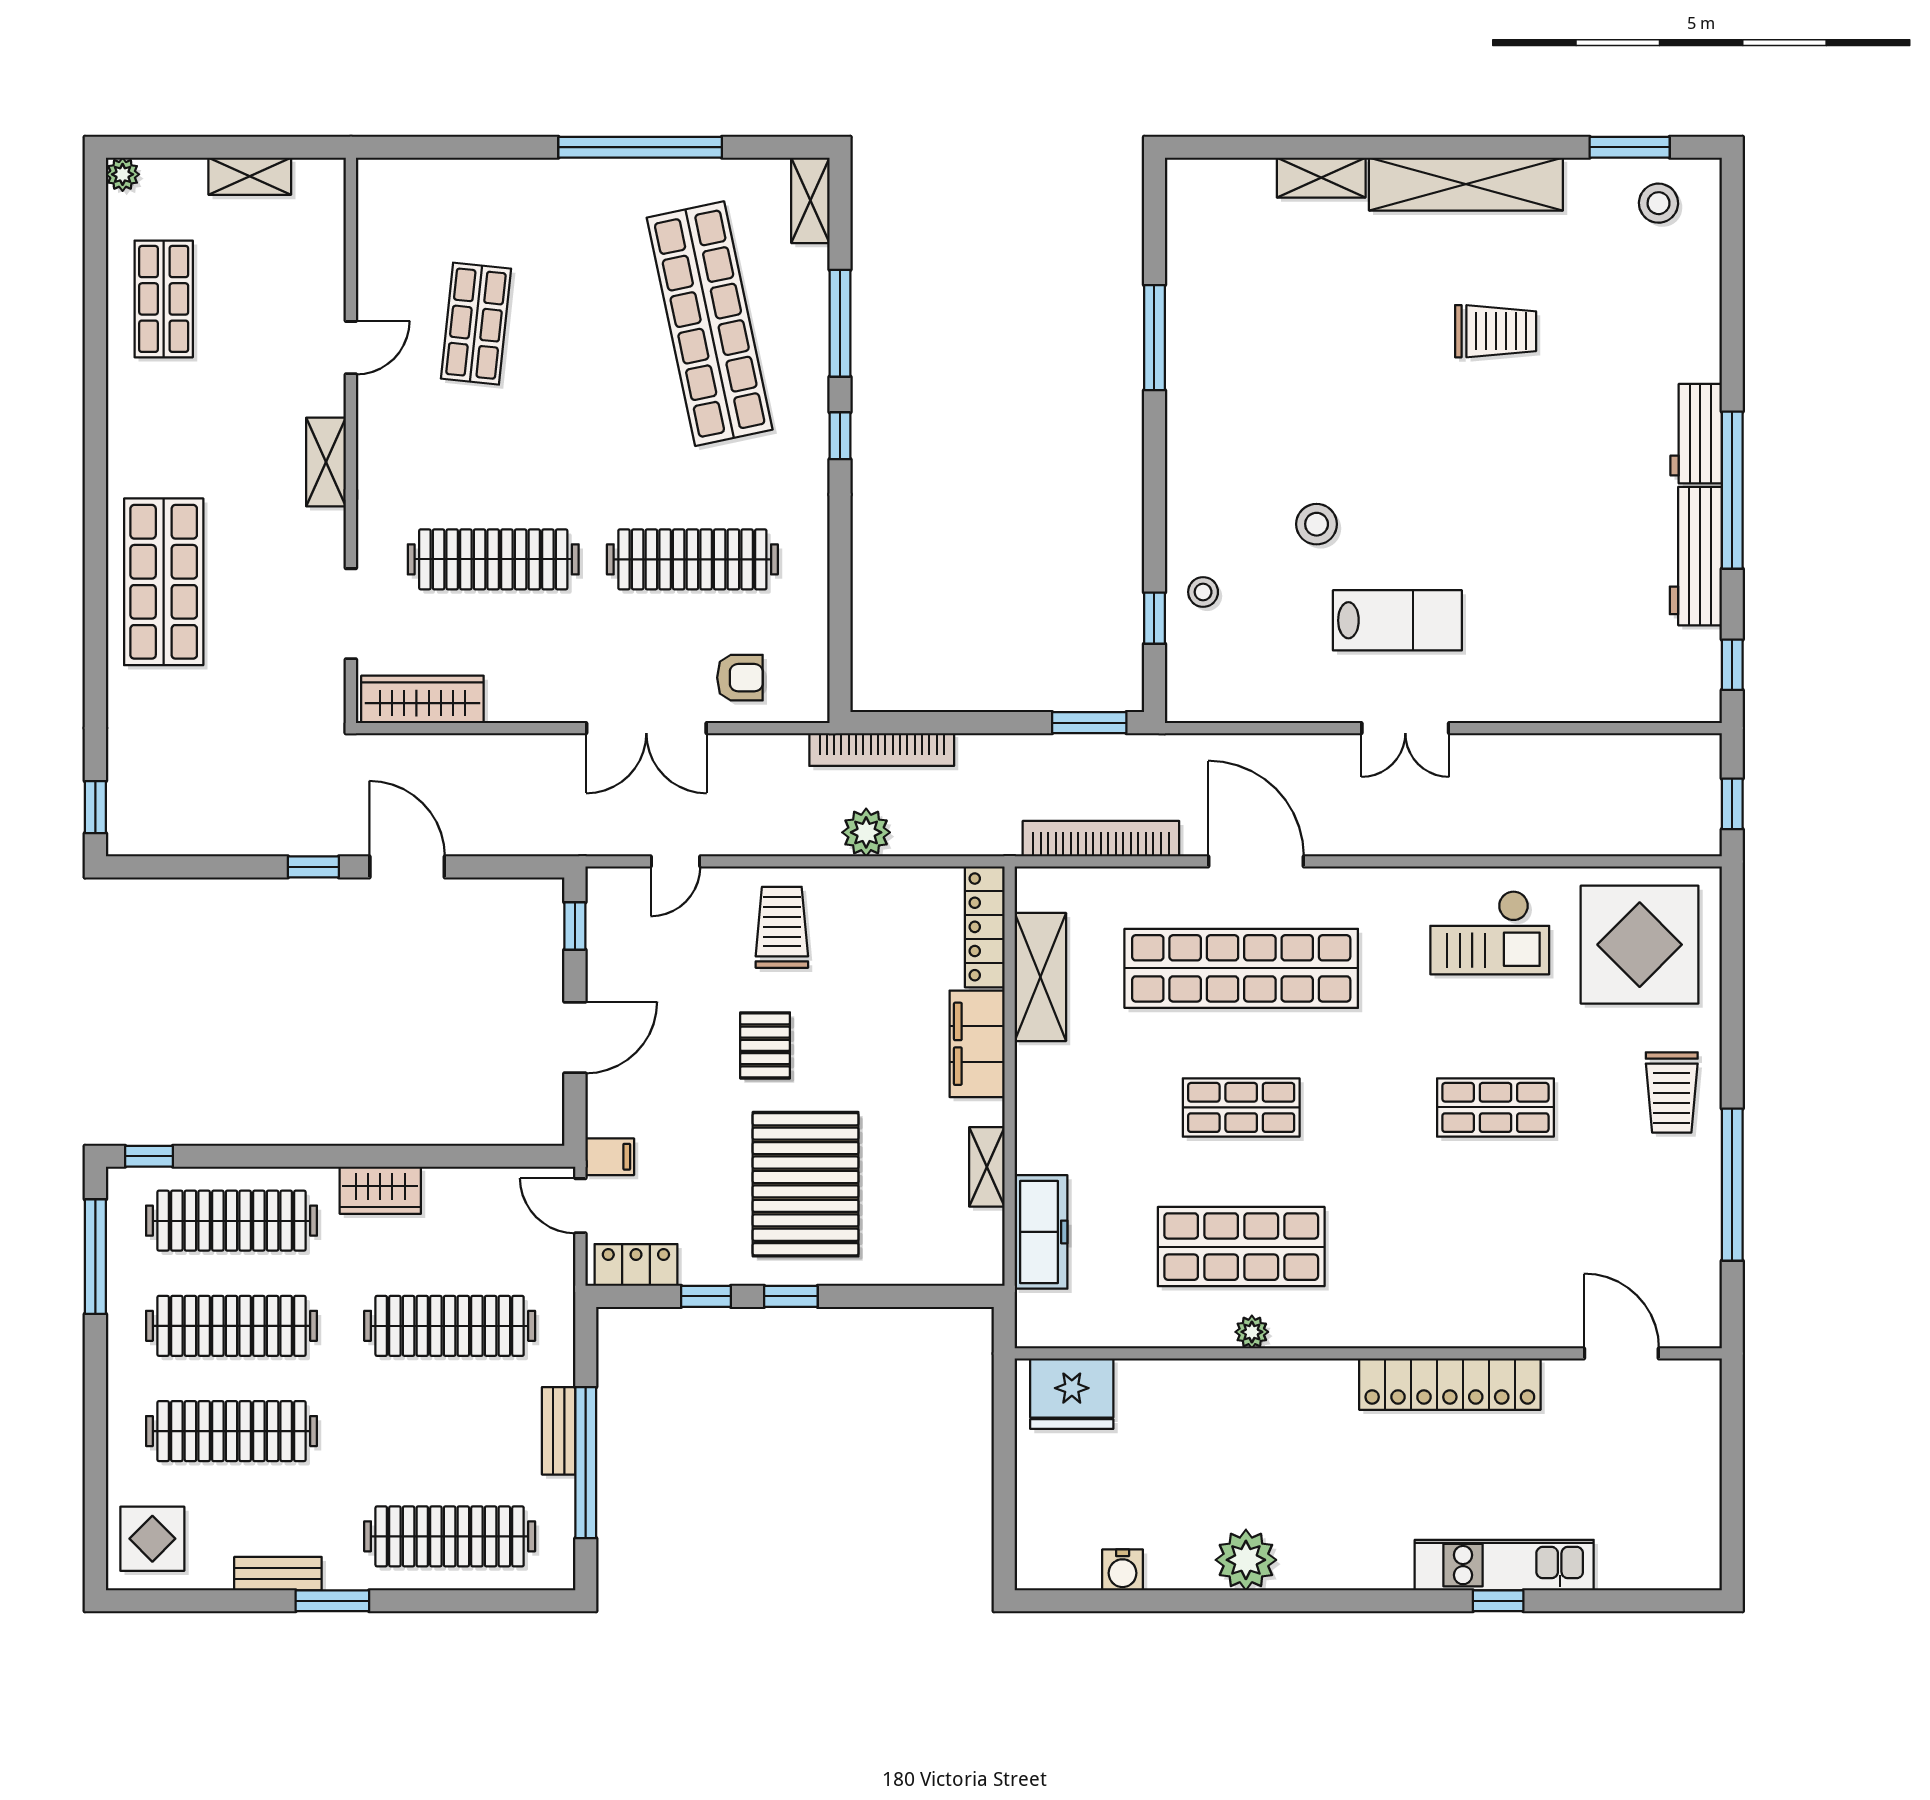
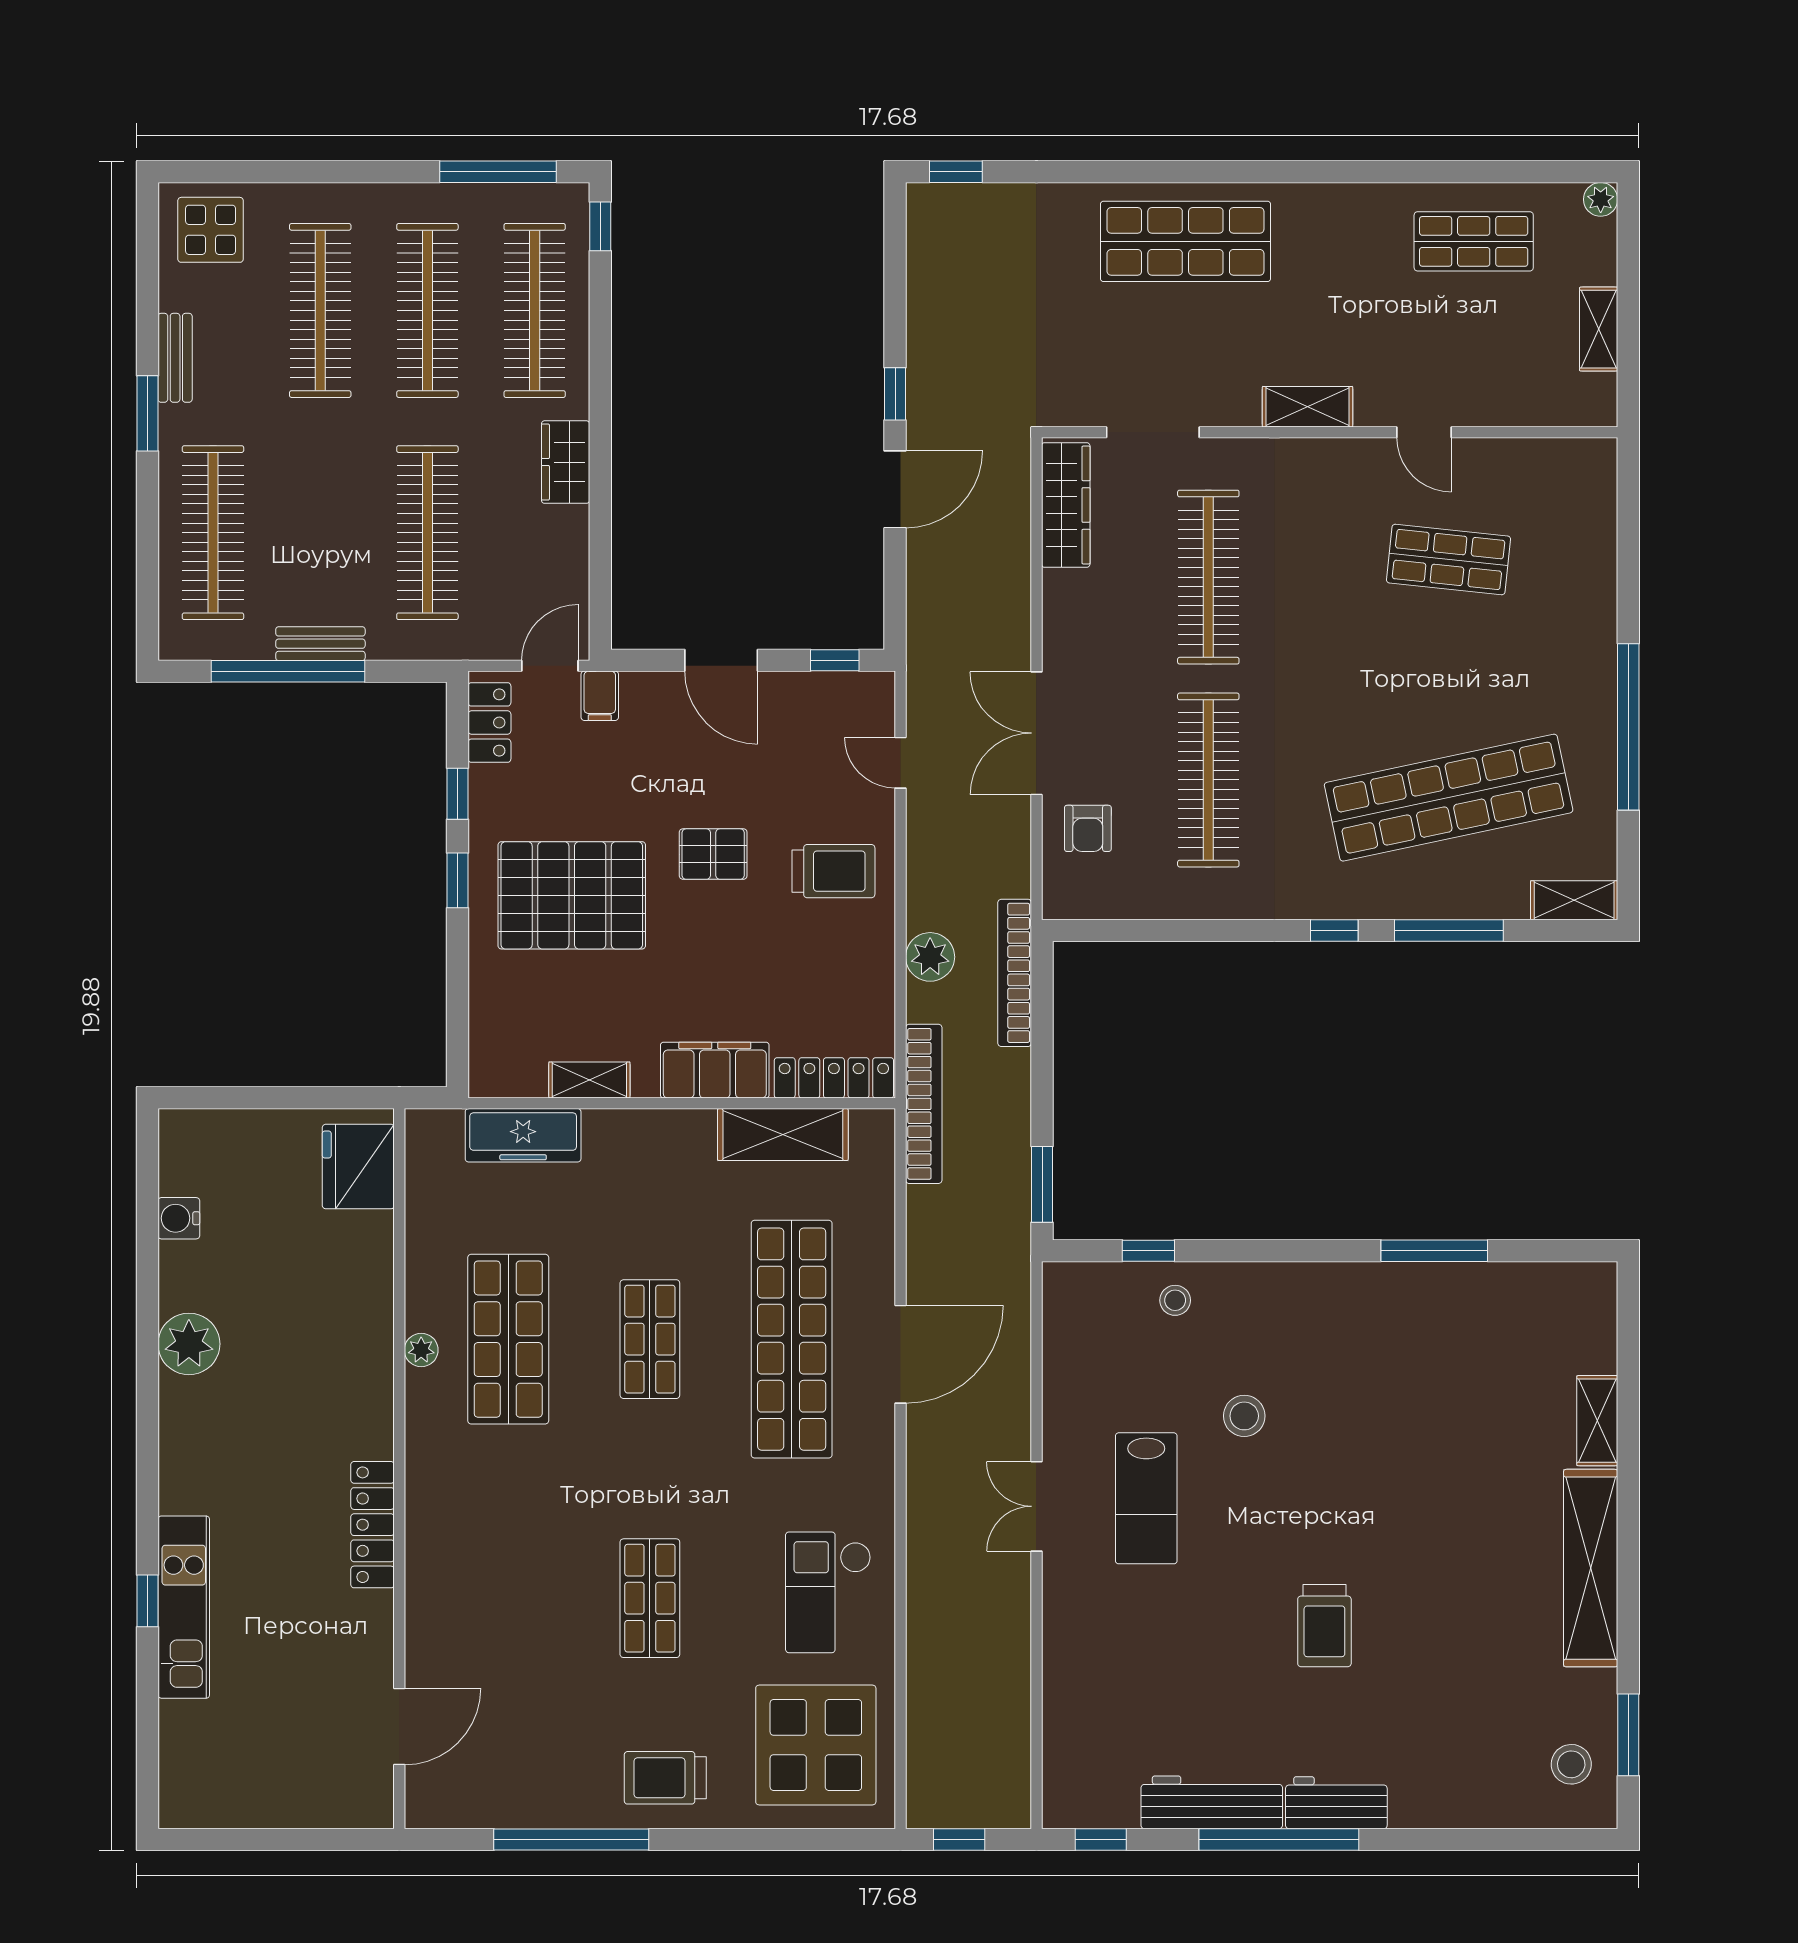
trolley: (1496, 331) -> (1324, 1626), moved
bookcase: (1101, 839) -> (924, 1104), moved
locker: (1450, 1384) -> (373, 1525), width x0.71, depth x0.83

